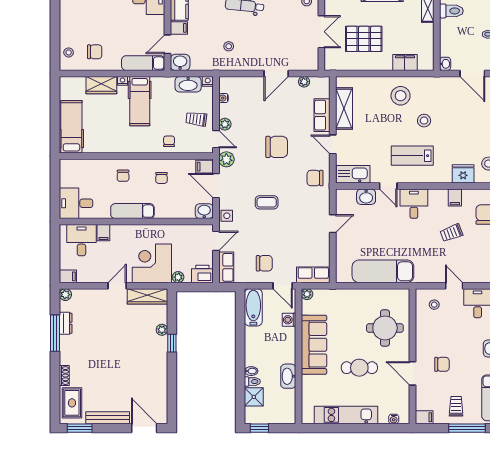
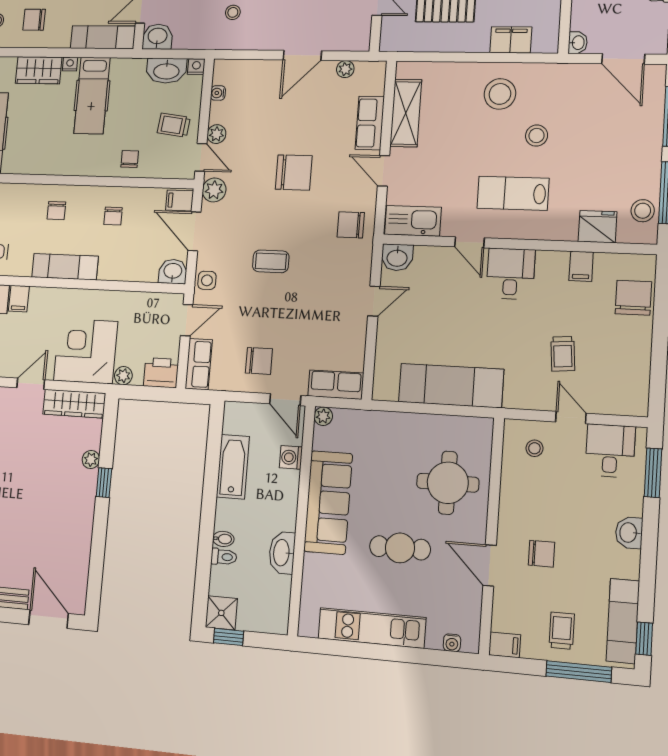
chair: (95, 52) -> (34, 20), turned 180
washbasin: (366, 197) -> (397, 257), moved
trolley: (451, 233) -> (563, 354), moved, turned -74
bathtub: (253, 307) -> (233, 467), moved
shower: (254, 397) -> (221, 613), moved

